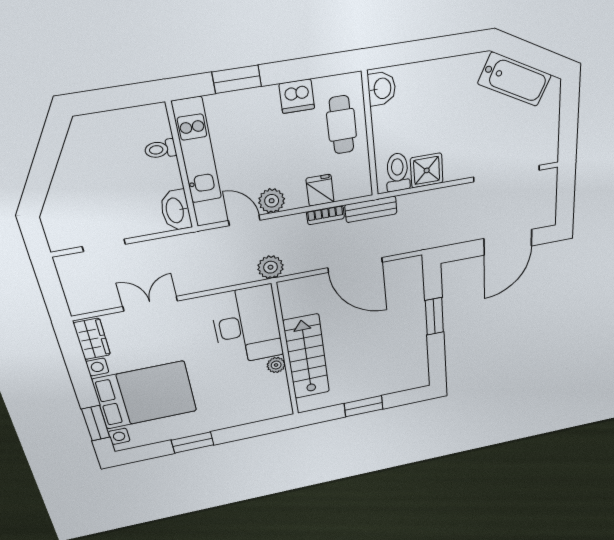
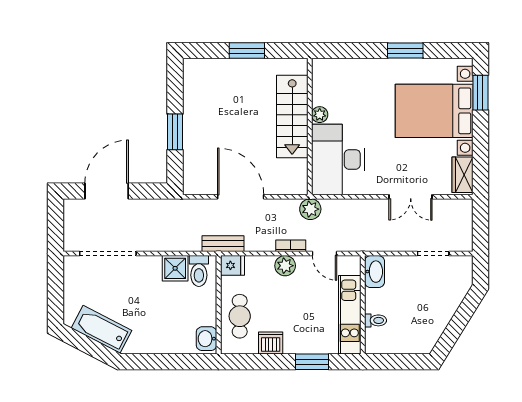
fridge: (320, 190) -> (232, 265), moved, turned -90
plant: (272, 201) -> (285, 266), moved
bookcase: (325, 215) -> (291, 246), moved

